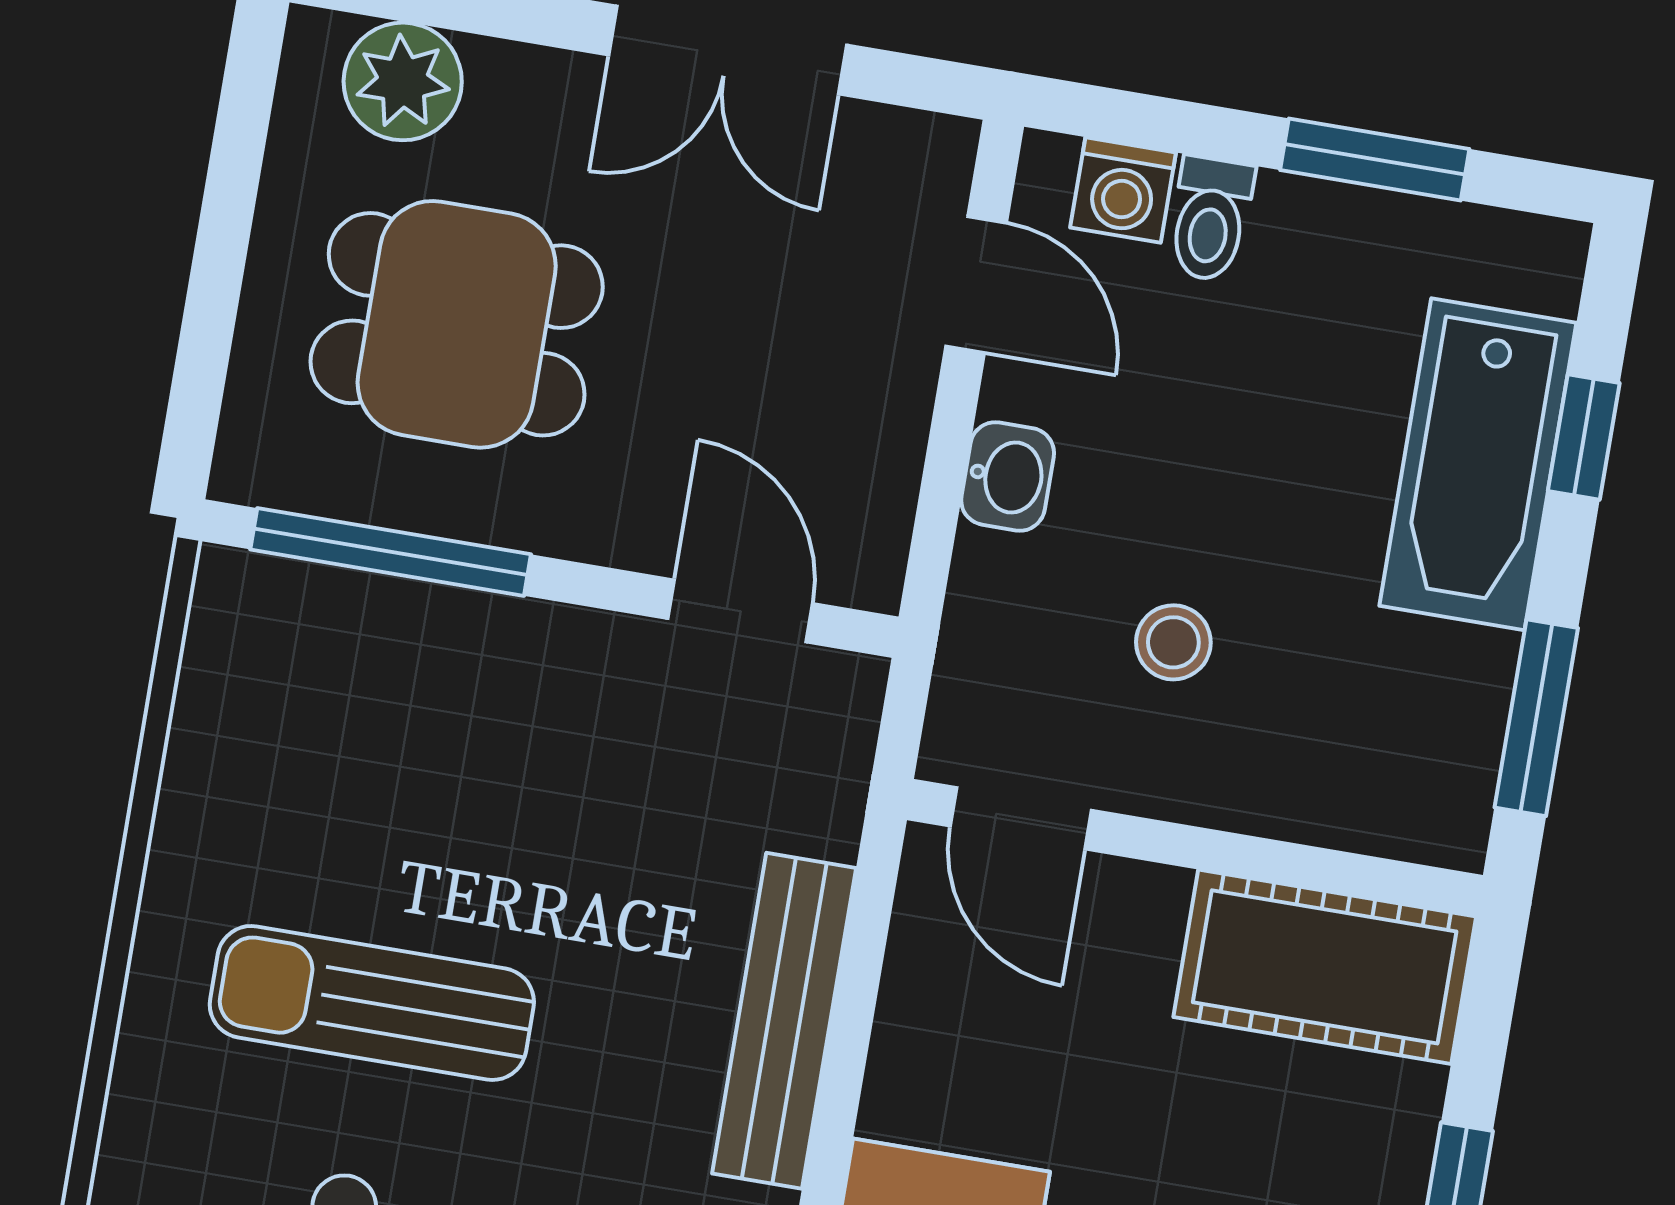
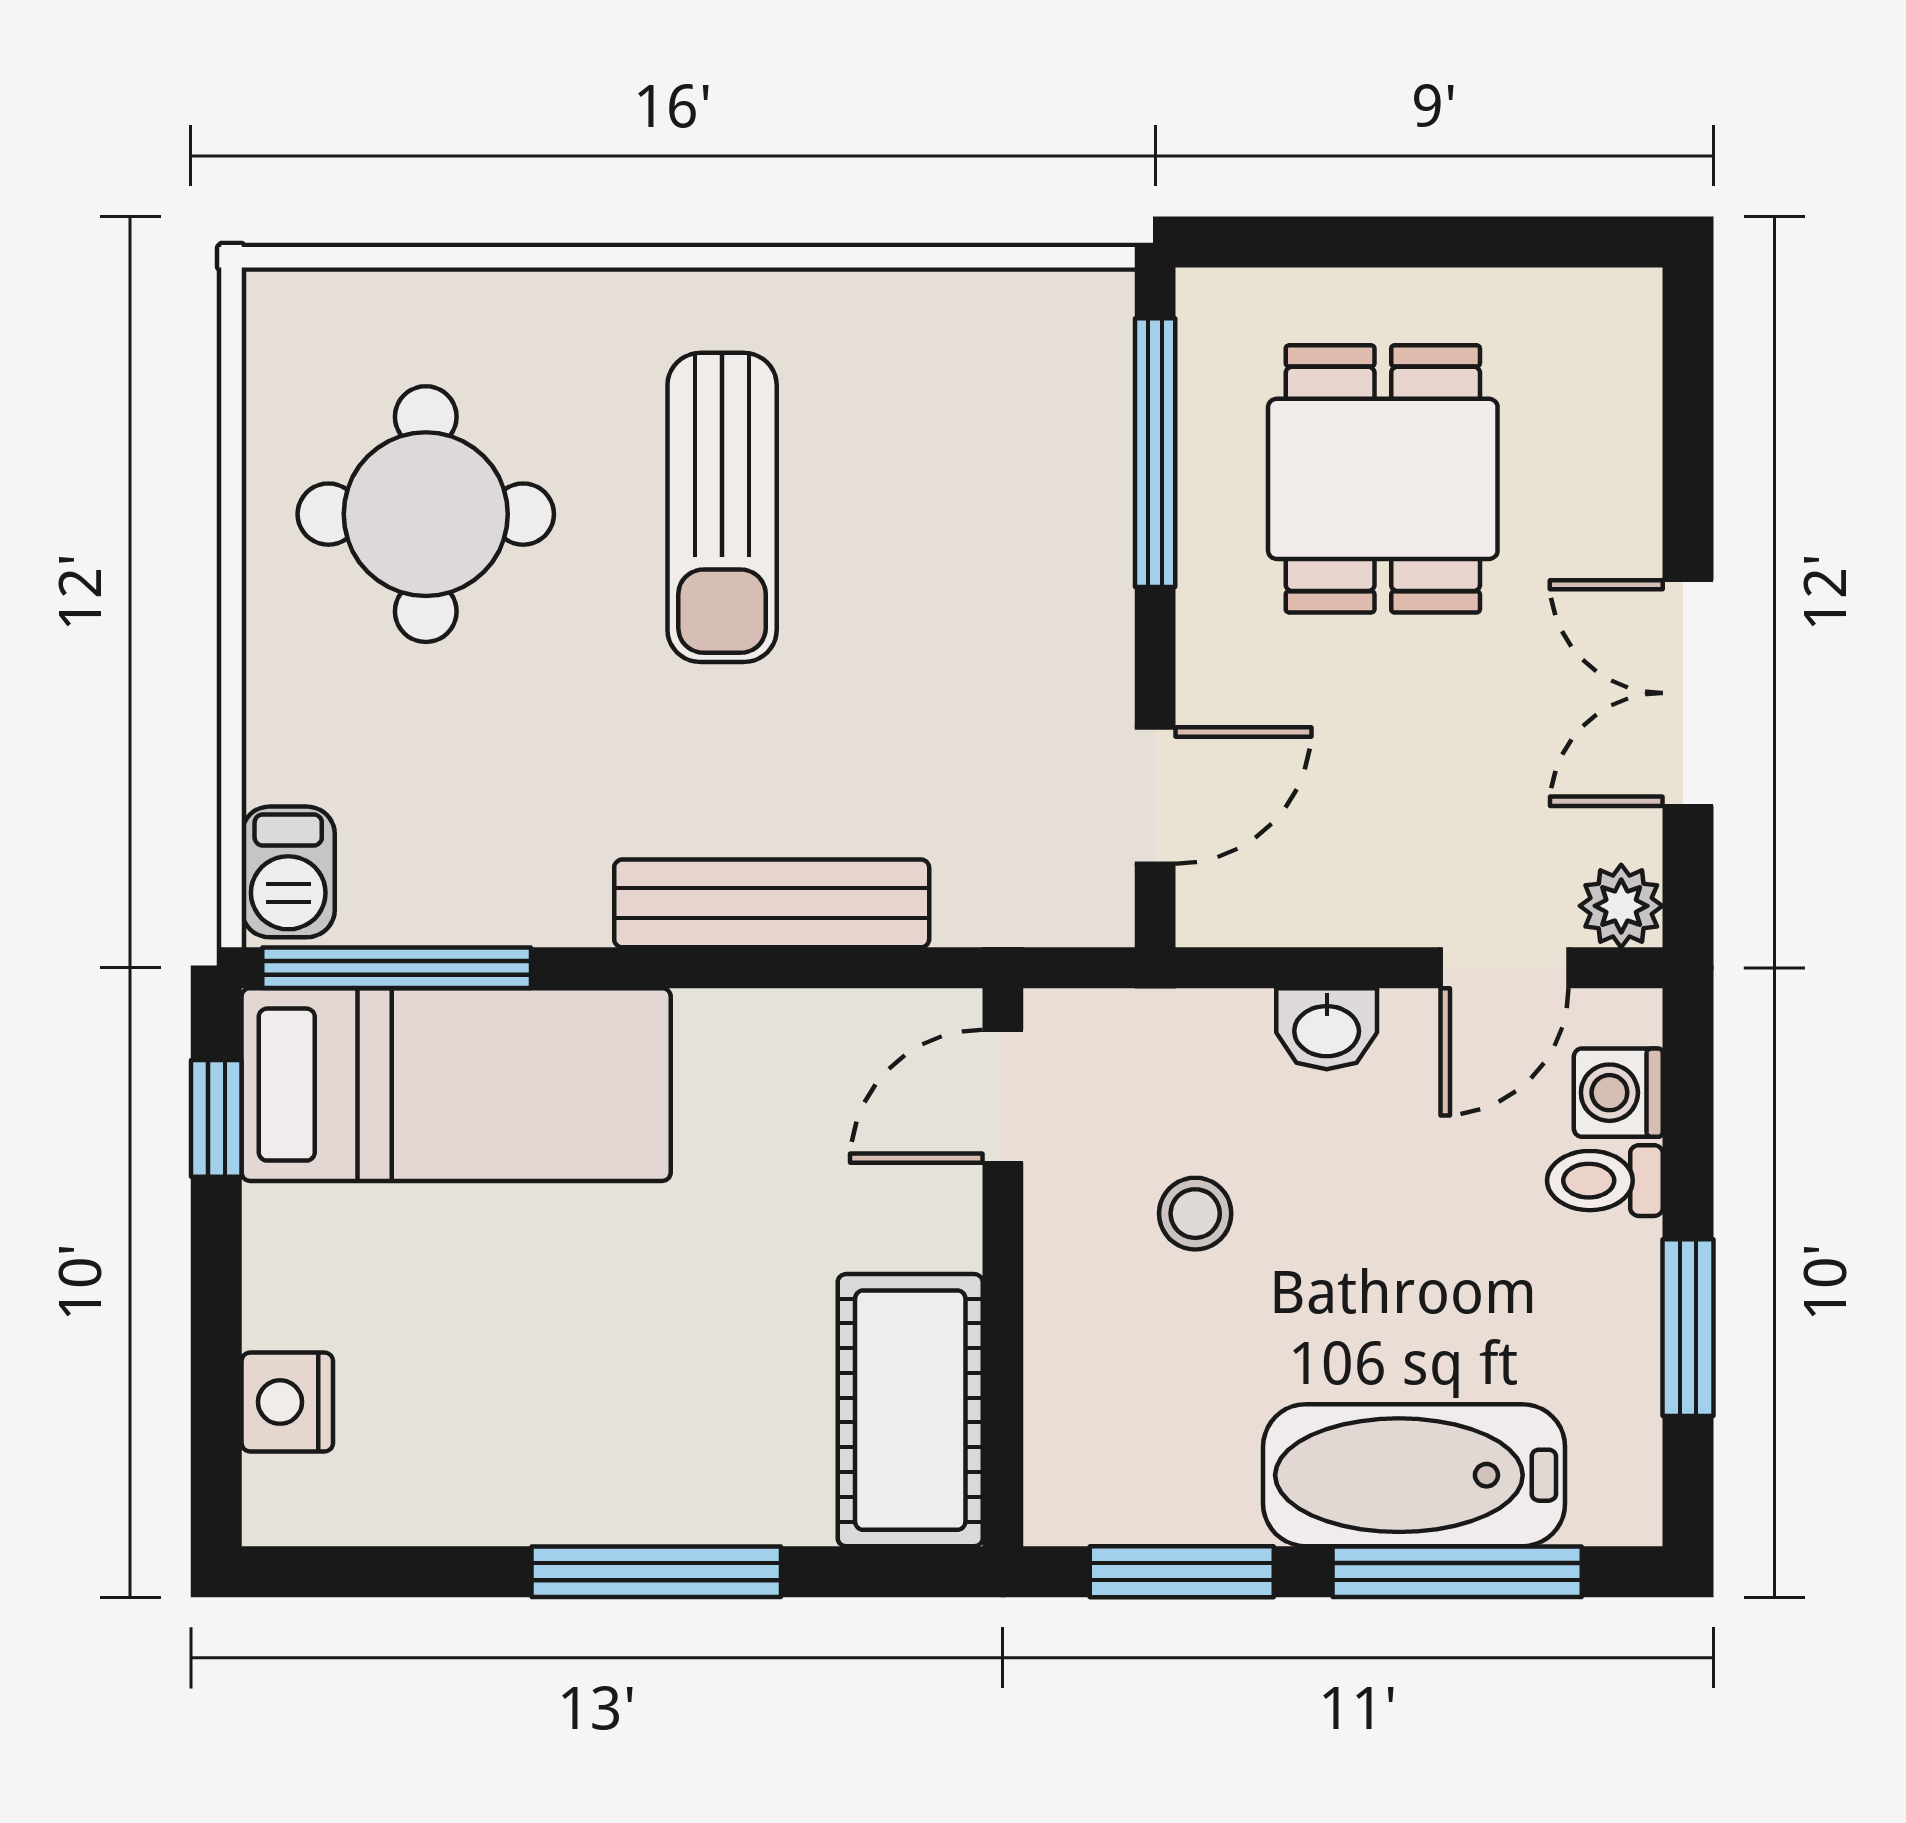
plant: (403, 81) -> (1621, 906), moved, width x0.73, depth x0.73
window: (1584, 437) -> (1457, 1572), width x2.17
sun lounger: (372, 1003) -> (722, 507), turned 180

